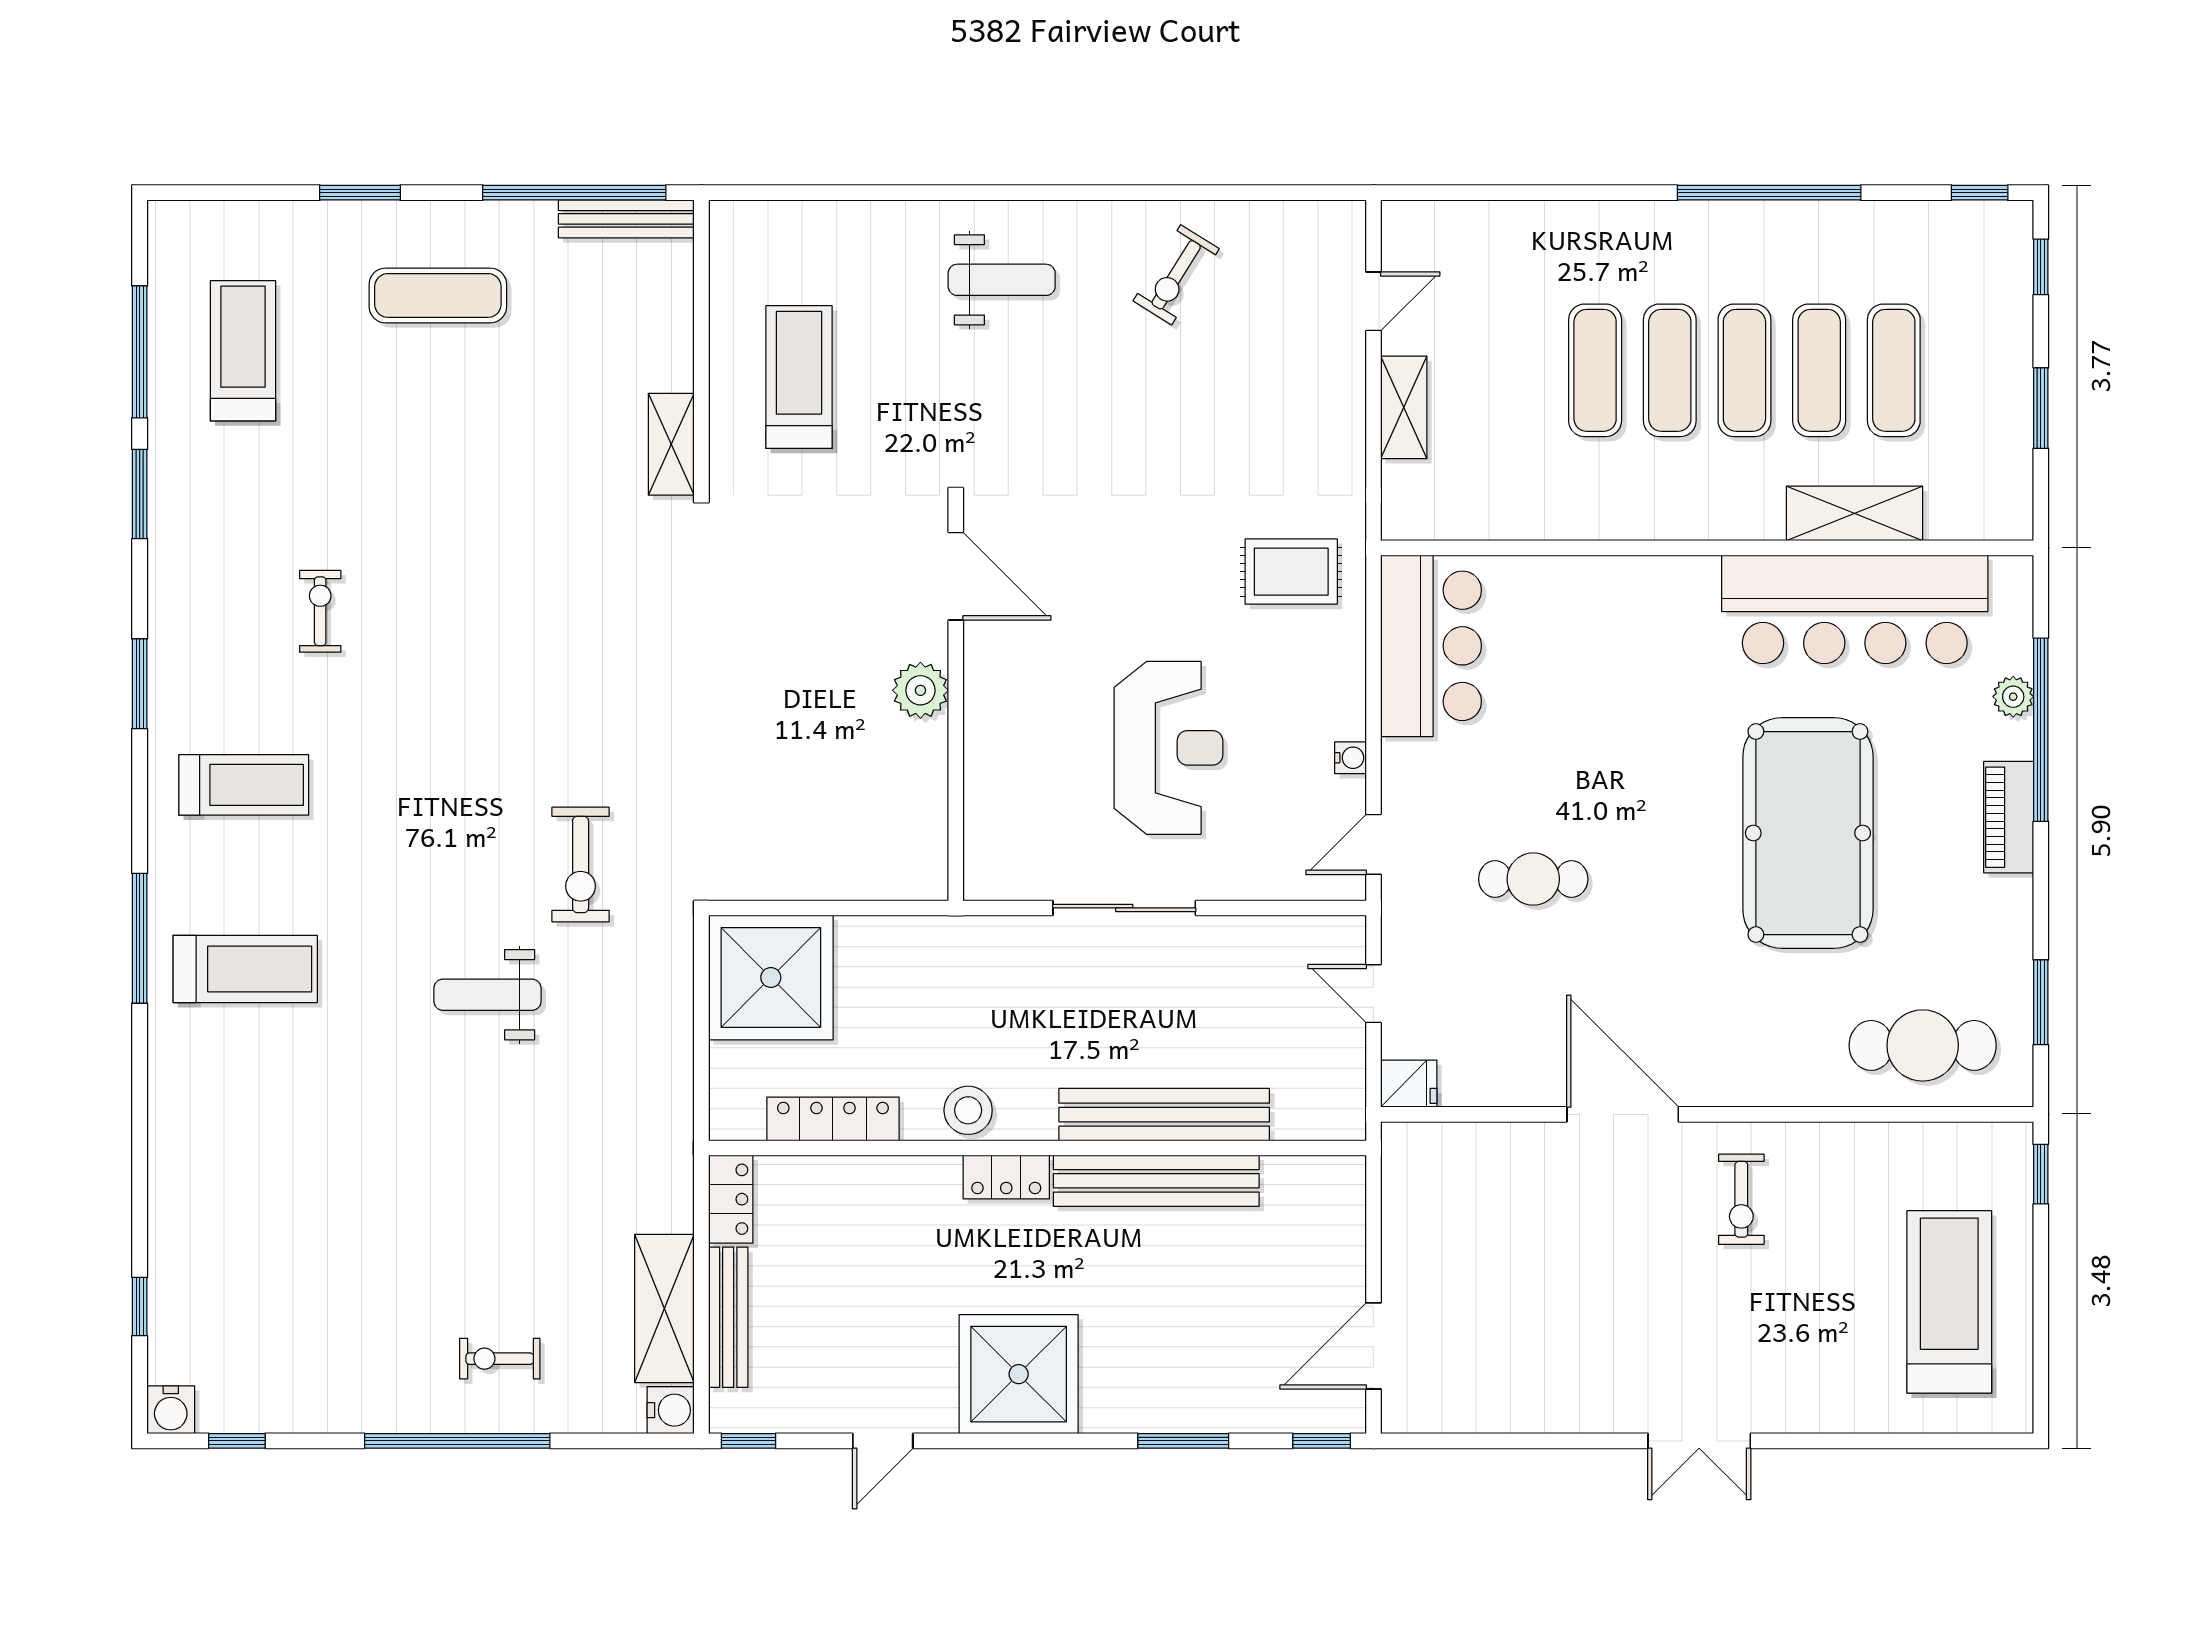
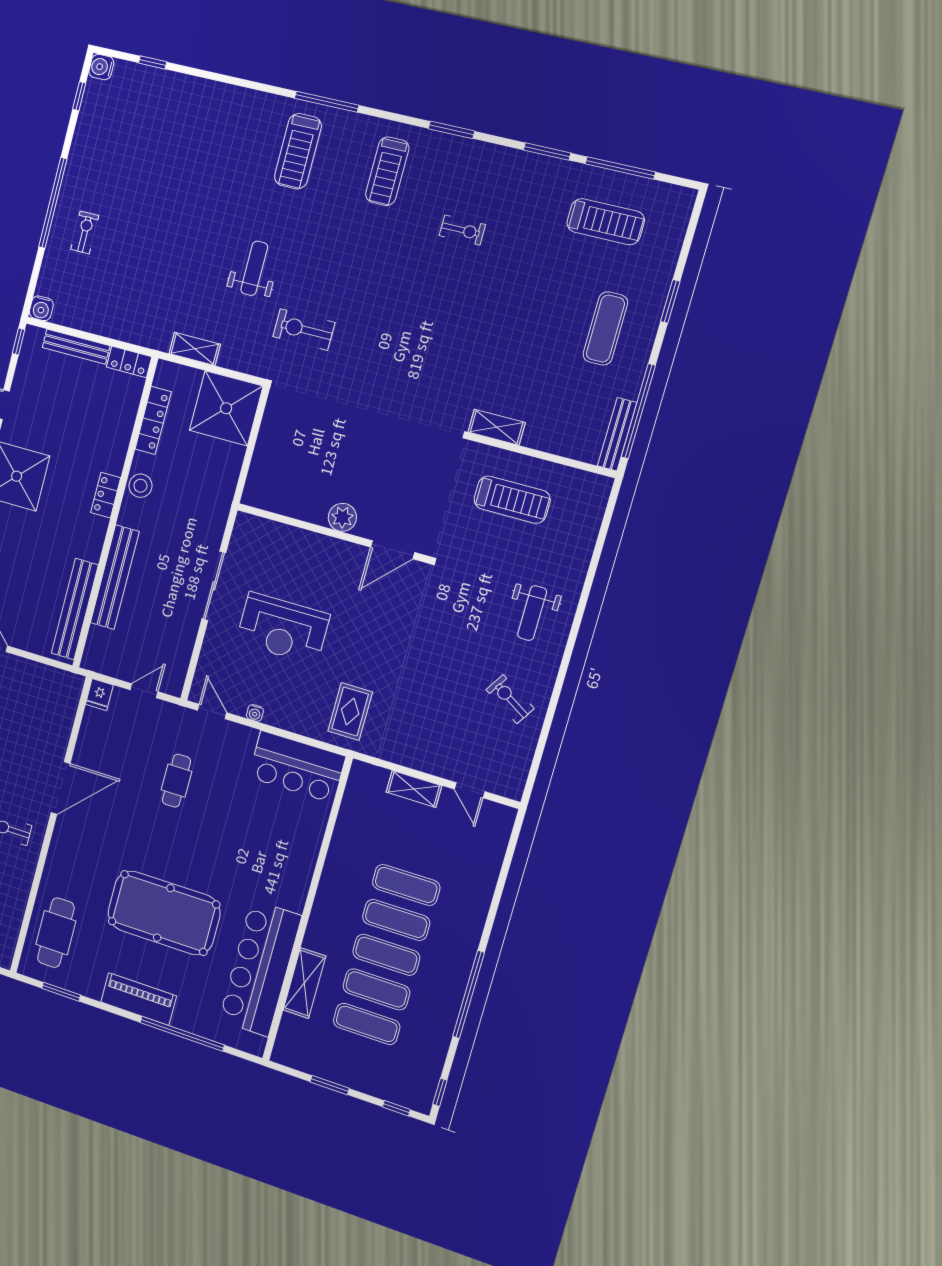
plant: (2013, 697) -> (200, 1027), removed
piano: (2009, 817) -> (139, 999), width x1.37, depth x1.33
bench: (1156, 1181) -> (75, 609), moved
shelving: (664, 1308) -> (195, 349), moved, width x0.67, depth x0.75

